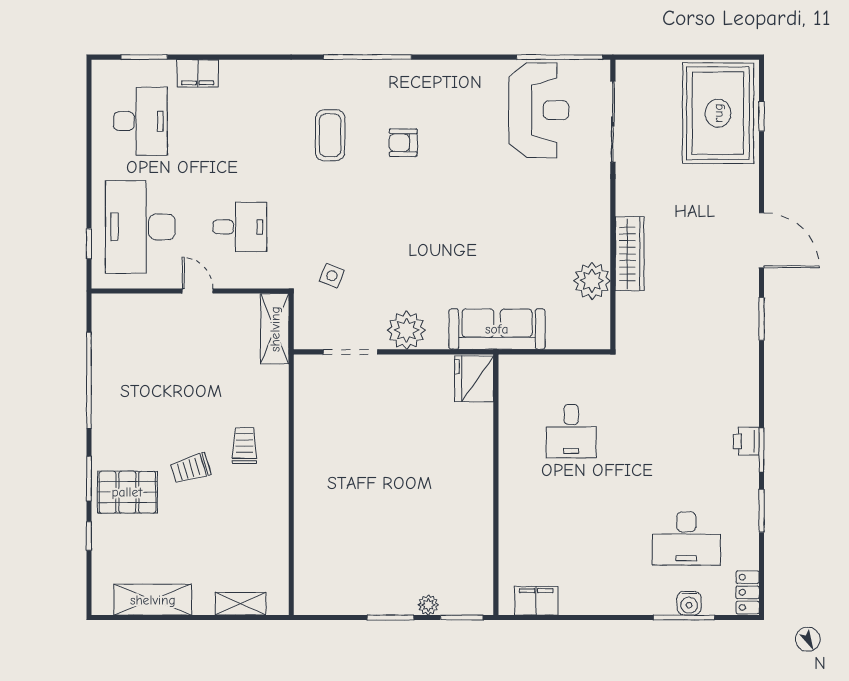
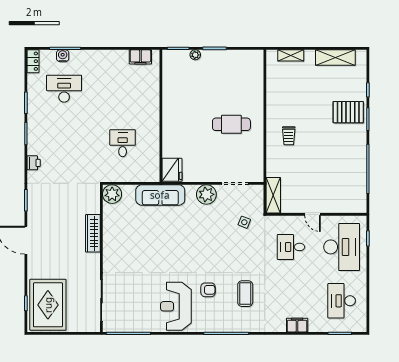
filing cabinet: (198, 73) -> (297, 325), moved
reception desk: (539, 110) -> (176, 306), moved
plant: (592, 281) -> (112, 194), moved
printer: (746, 441) -> (34, 163), moved
trolley: (191, 468) -> (316, 124), removed
cafe table: (357, 468) -> (231, 124), added

